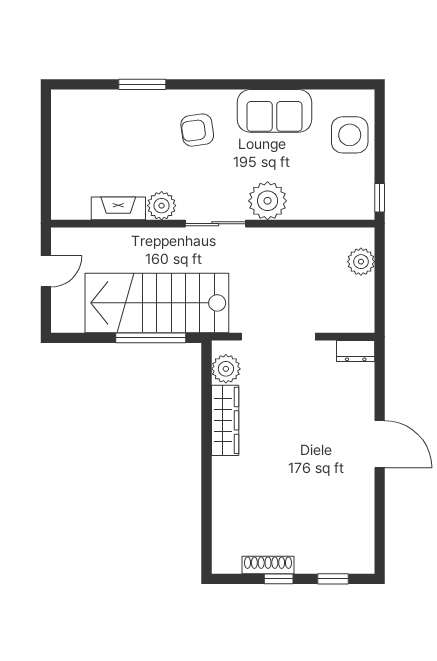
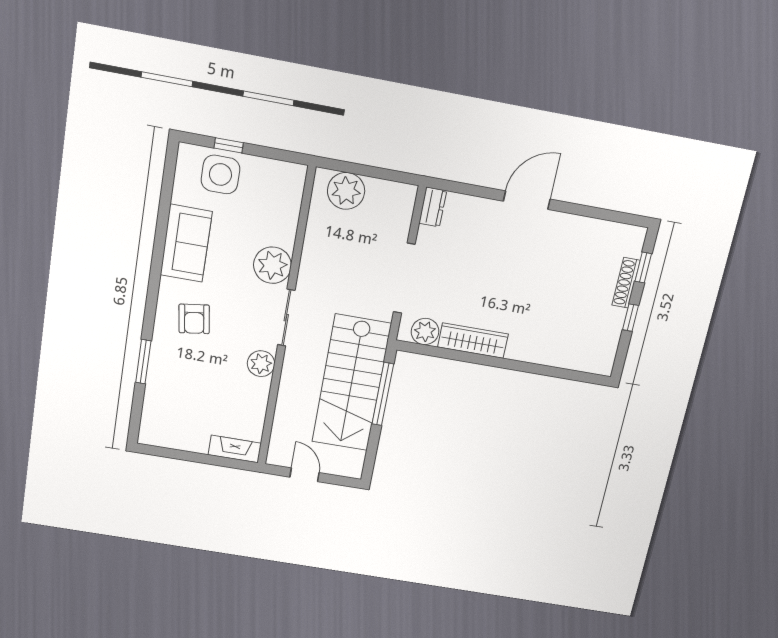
window: (380, 198) -> (229, 145), moved
fireplace: (118, 208) -> (235, 449), moved, turned 90
plant: (361, 262) -> (346, 191), width x1.36, depth x1.36
shoe rack: (268, 565) -> (626, 283), moved

